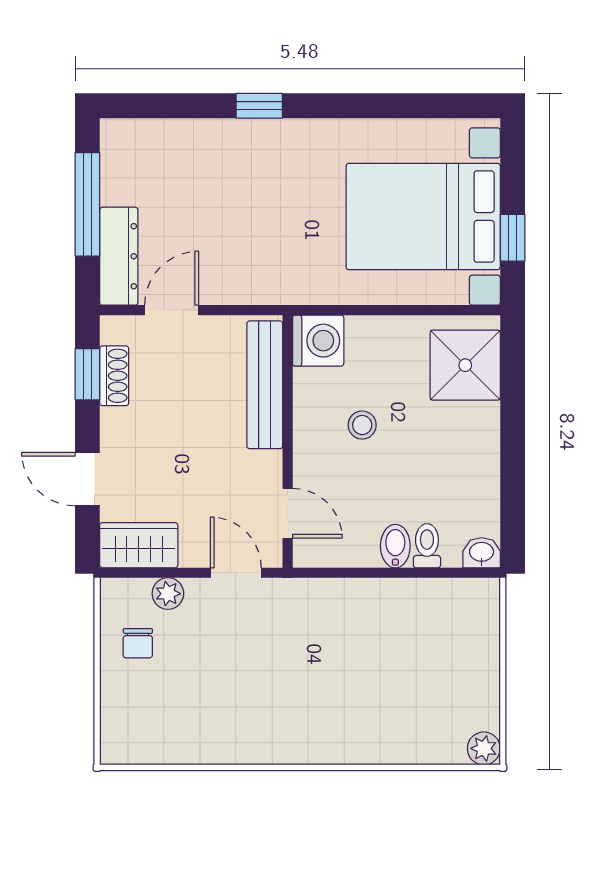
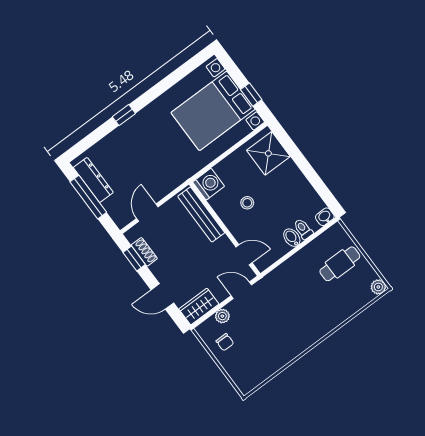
dresser: (119, 256) -> (93, 180), moved
cafe table: (446, 656) -> (340, 264), added

